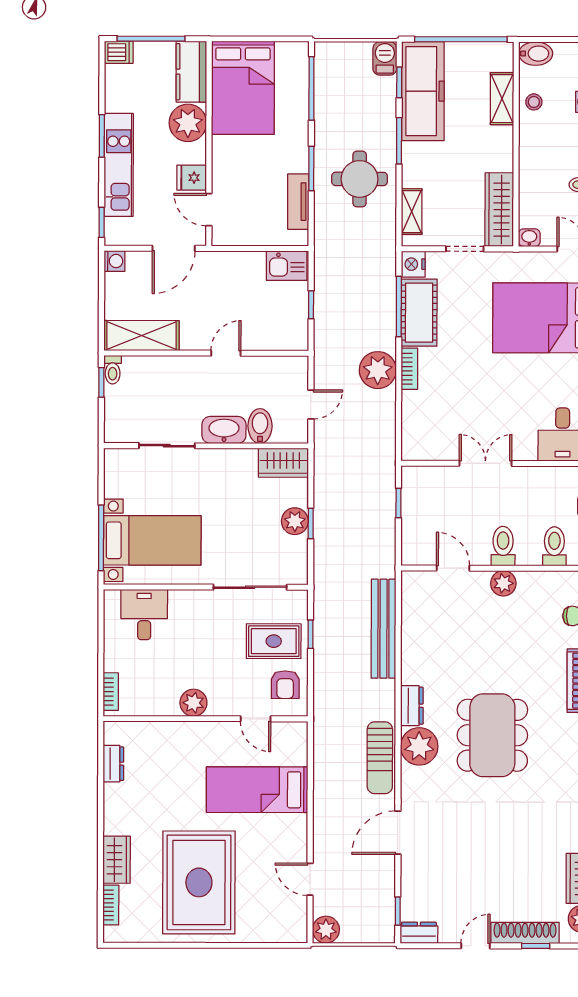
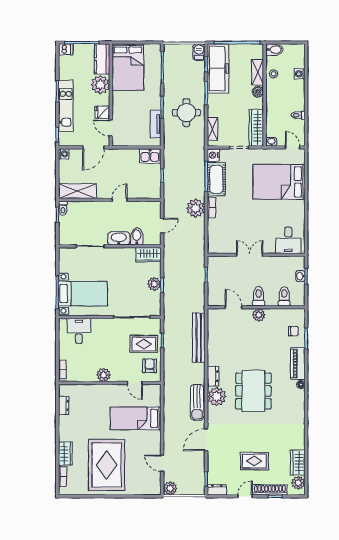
boiler: (503, 138) -> (258, 92), added
armchair: (285, 685) -> (150, 366), turned 180
rug: (494, 875) -> (254, 461), added

